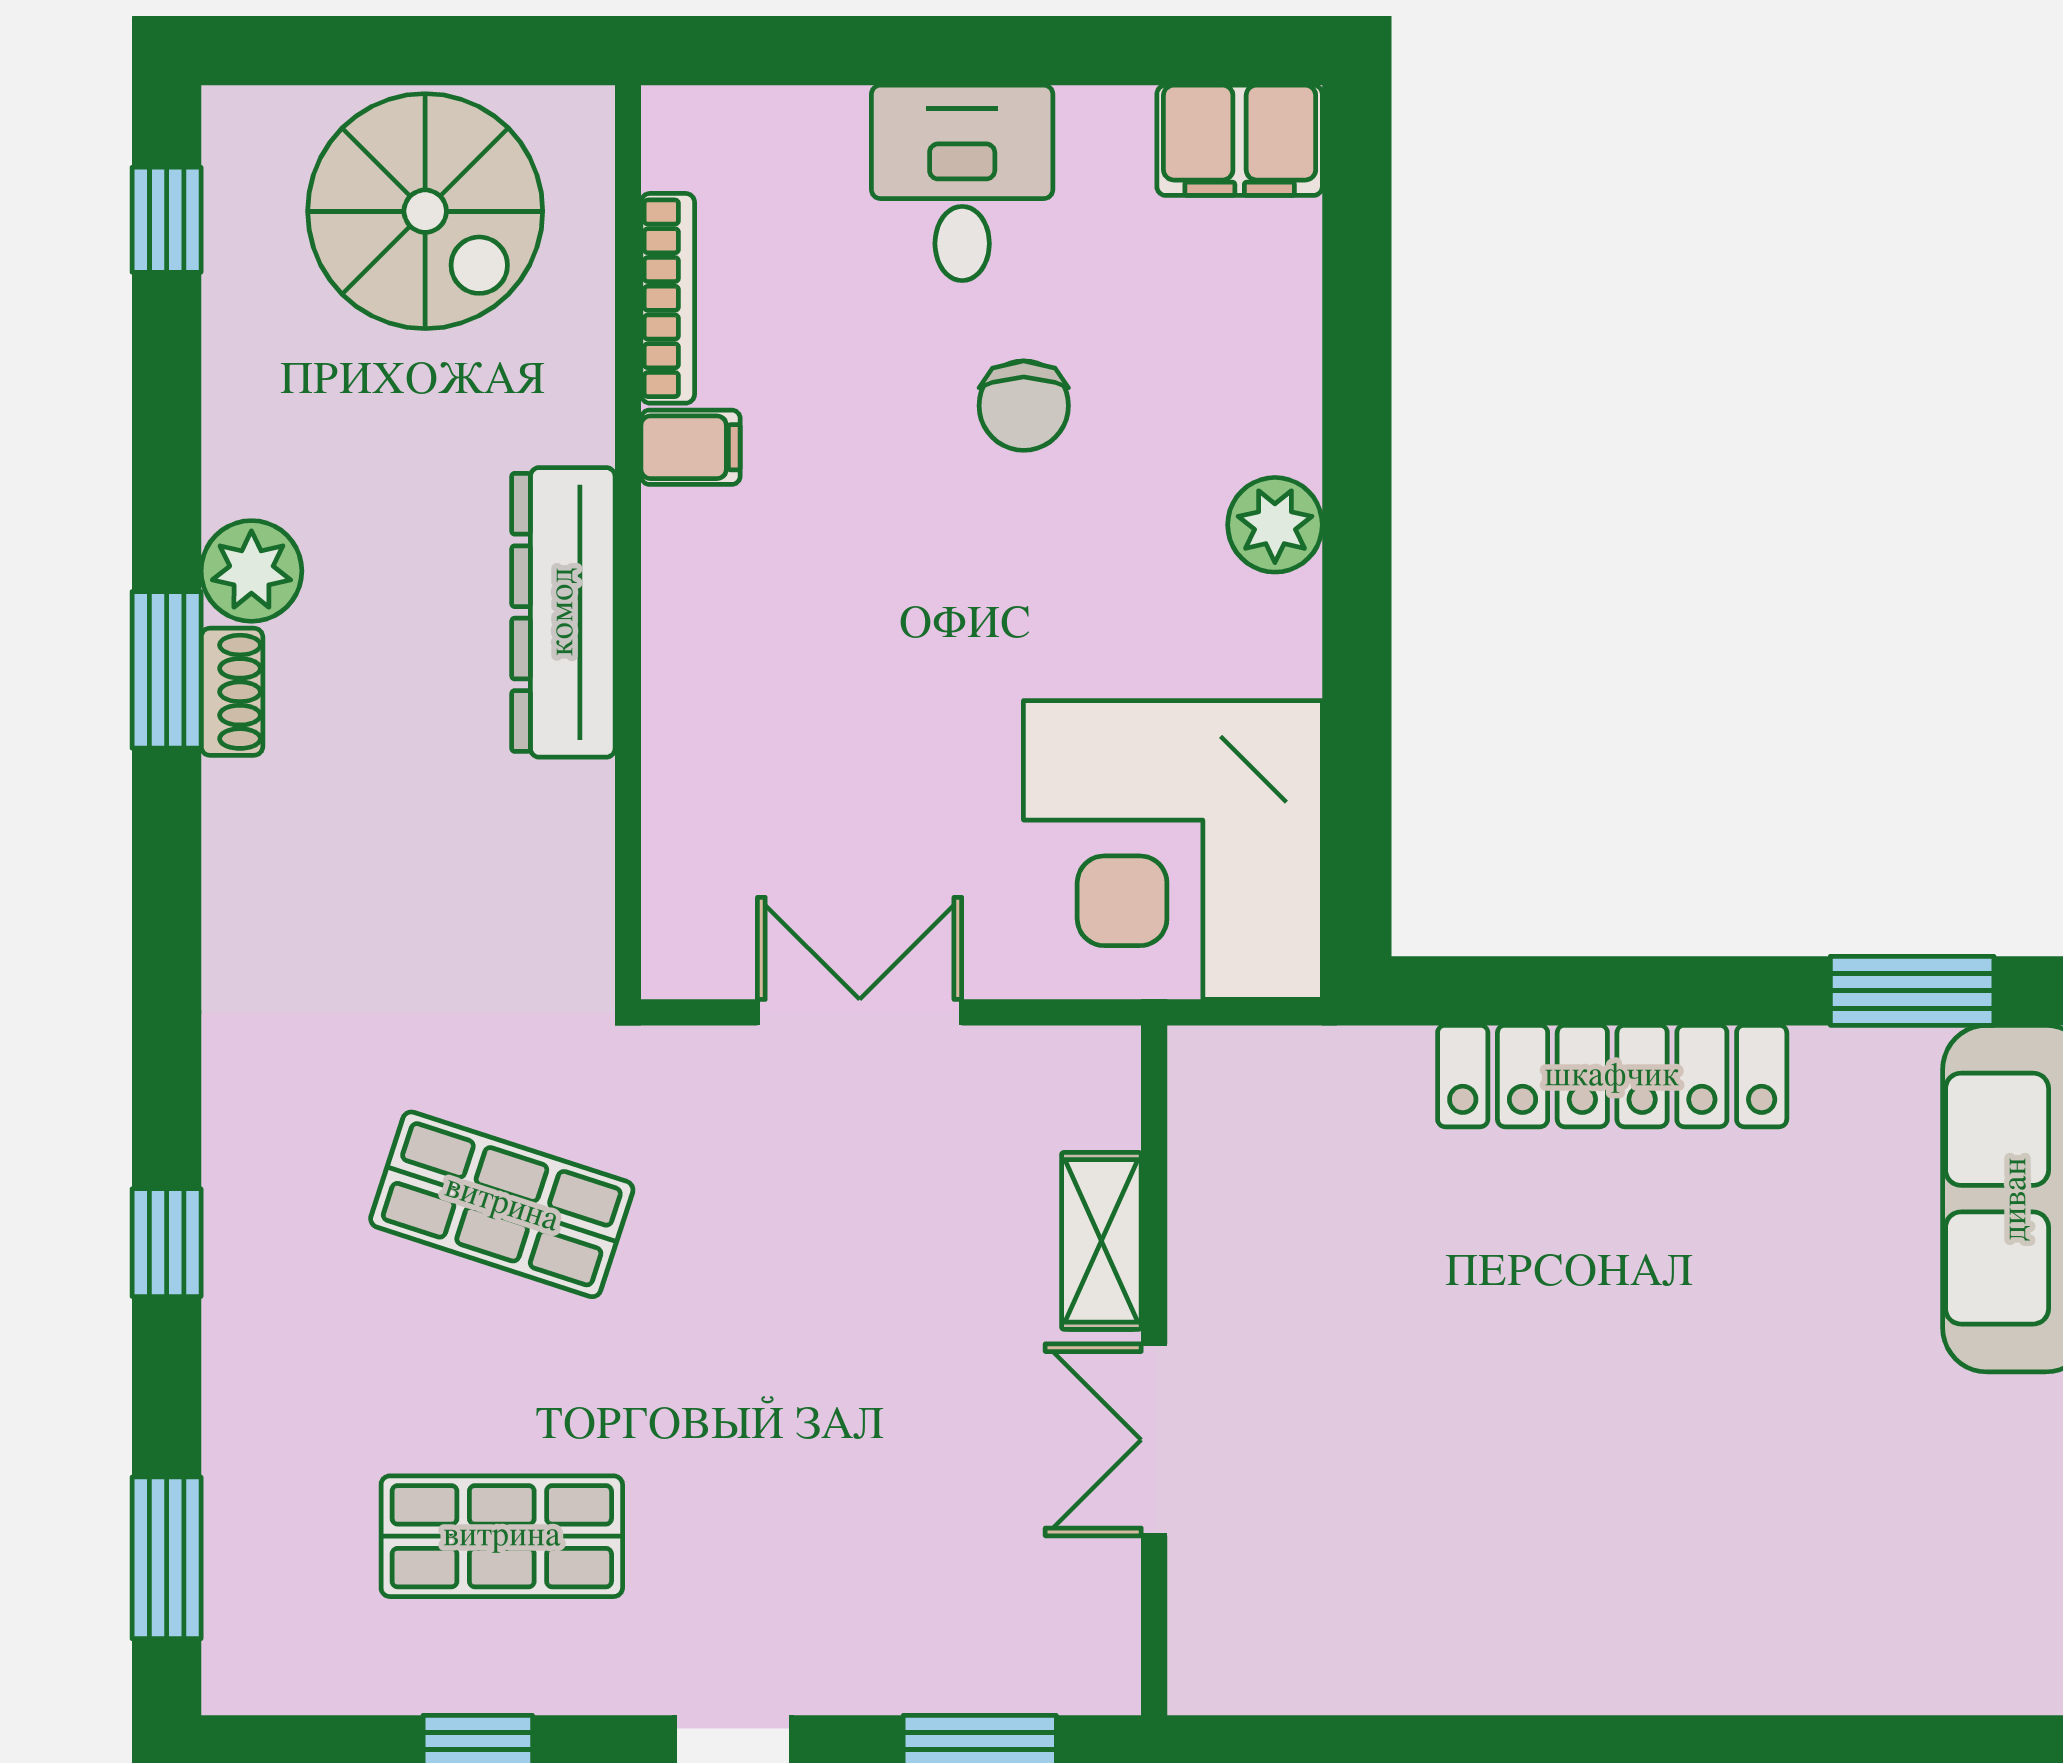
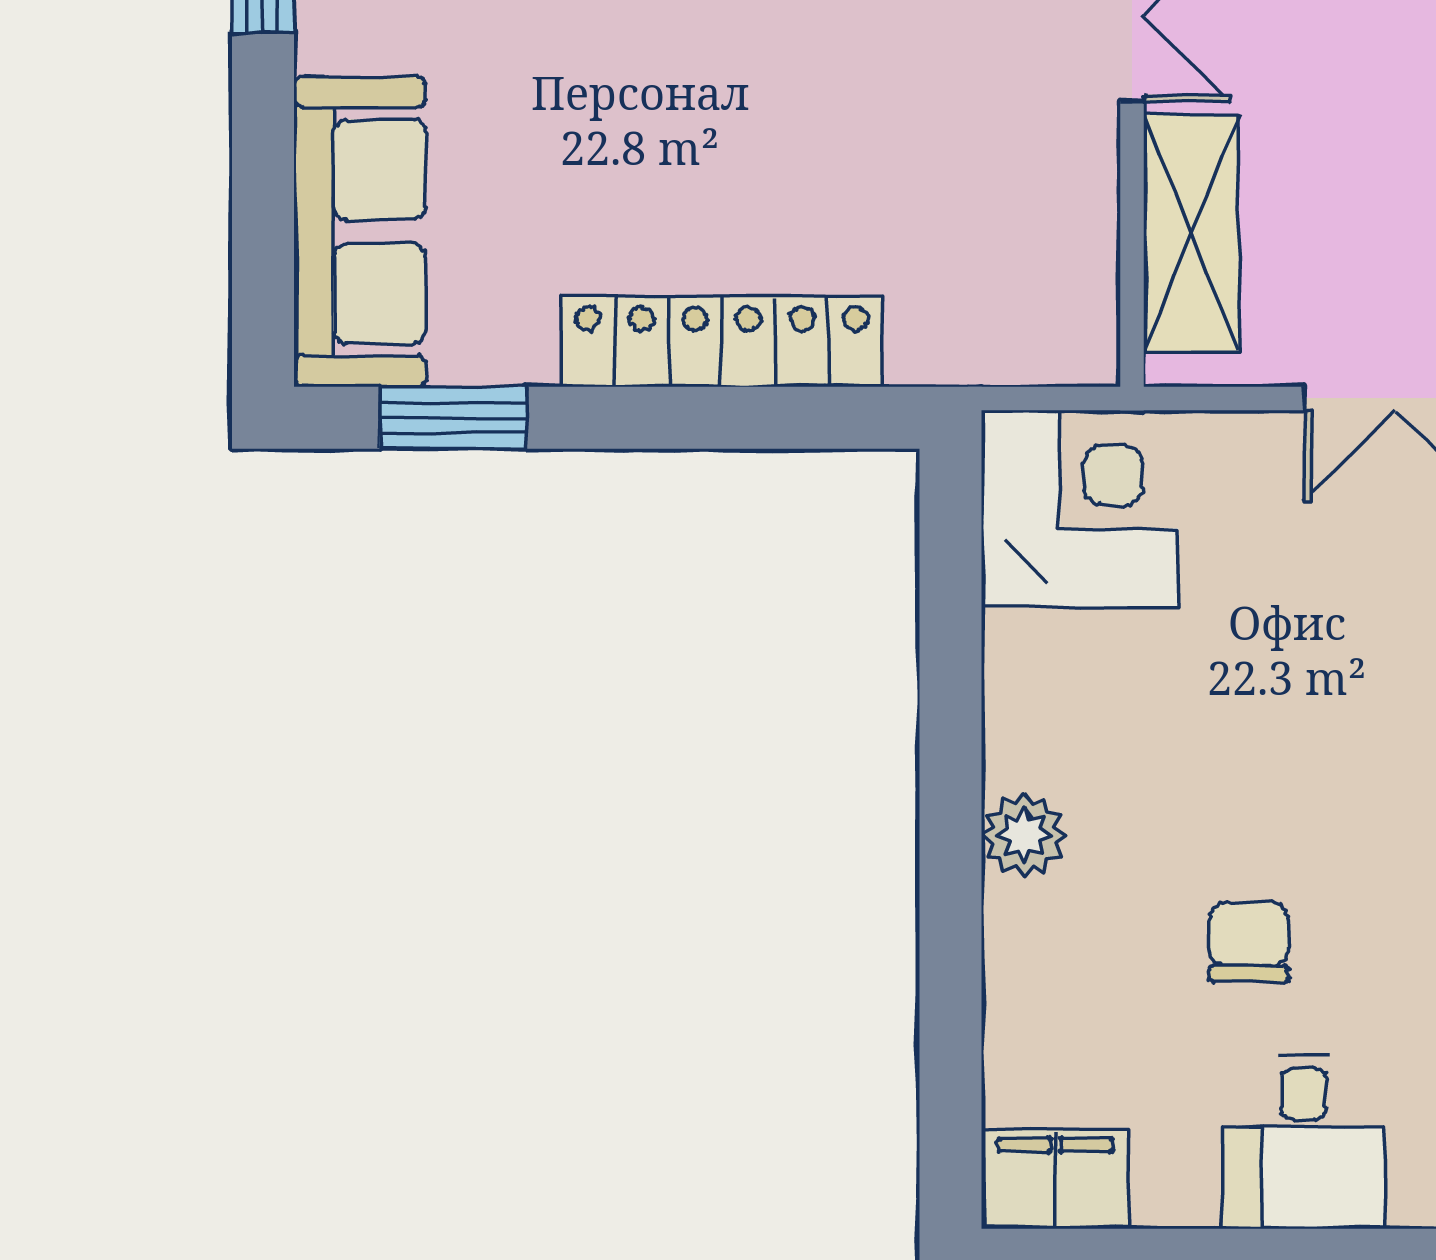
corner desk: (1173, 850) -> (1080, 508), width x0.74, depth x0.74
shelving: (1101, 1241) -> (1191, 233), width x1.50, depth x1.33

